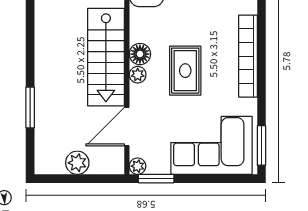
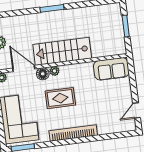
floor lamp: (140, 54) -> (43, 74), moved
window: (30, 107) -> (52, 8), moved

